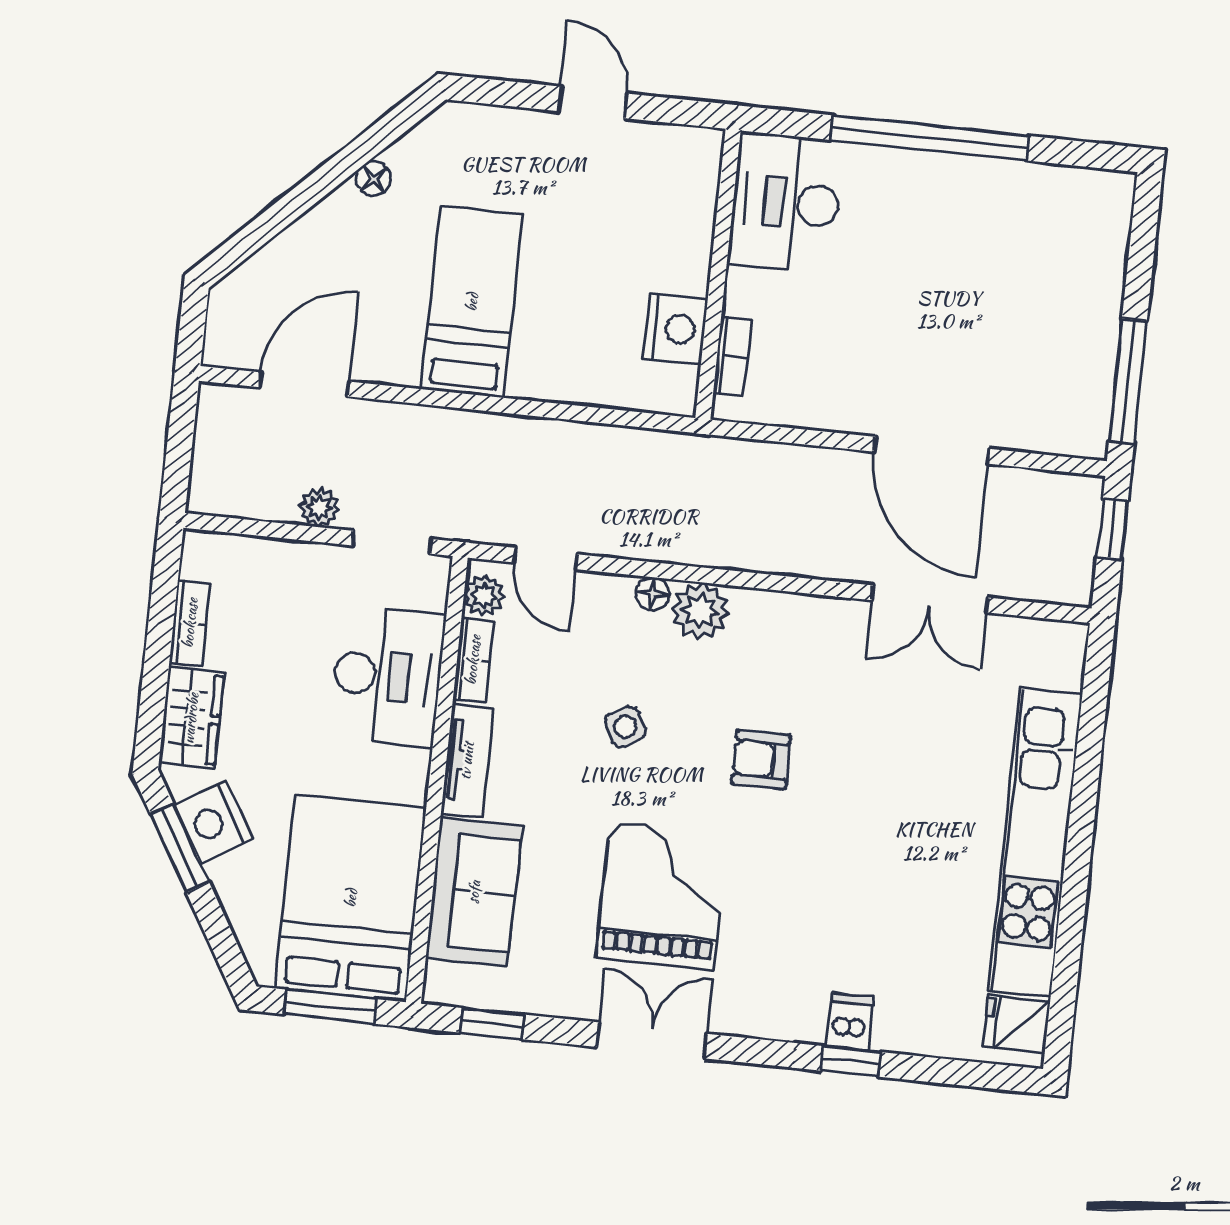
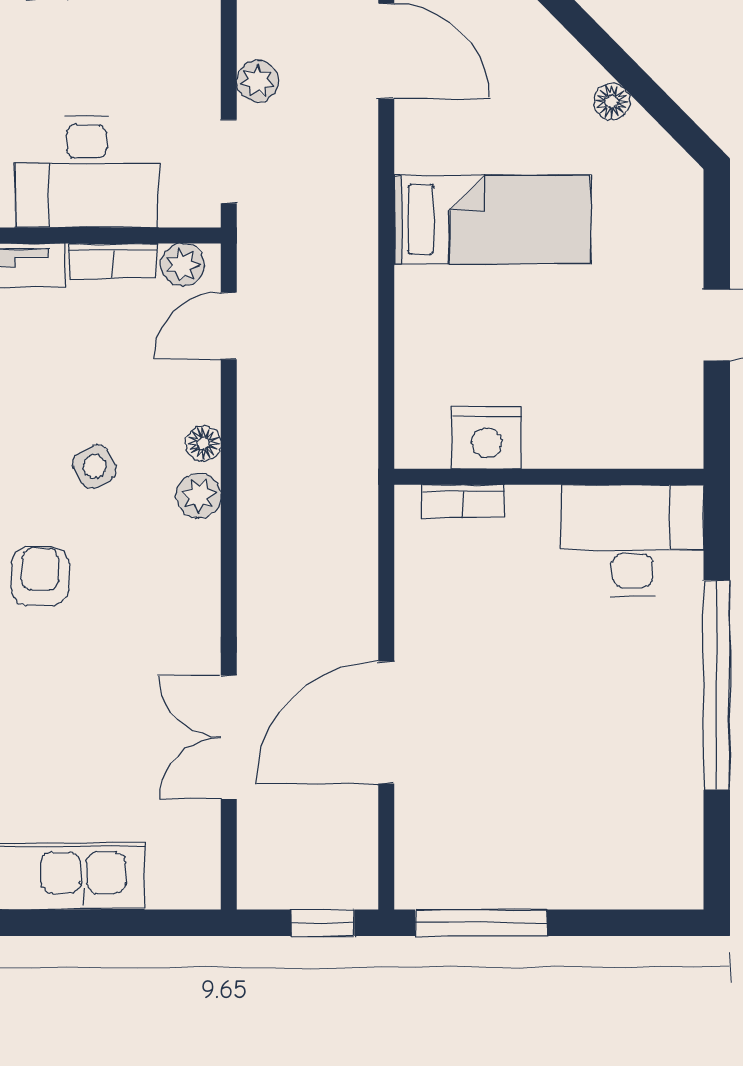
plant: (700, 611) -> (199, 496), width x0.73, depth x0.73
side table: (625, 727) -> (95, 467), moved

